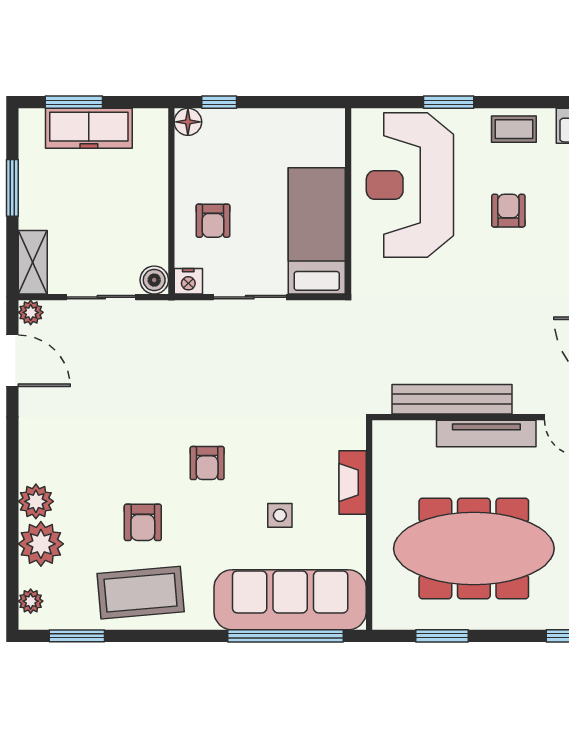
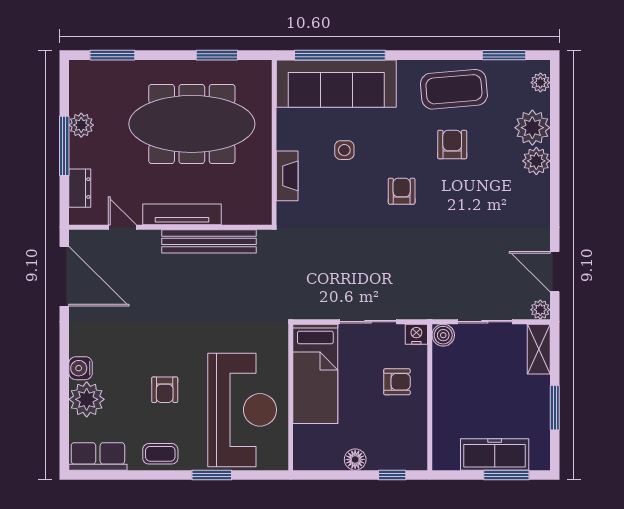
floor lamp: (188, 122) -> (355, 460), moved
armchair: (213, 221) -> (397, 382), turned 90

